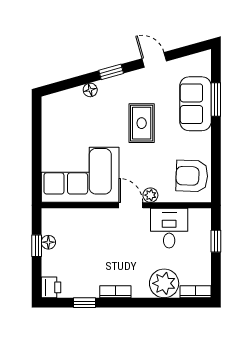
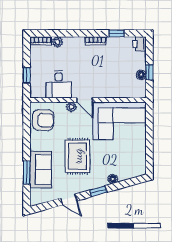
rug: (142, 123) -> (77, 156), width x1.36, depth x1.43
plant: (164, 283) -> (57, 42), width x0.53, depth x0.53

